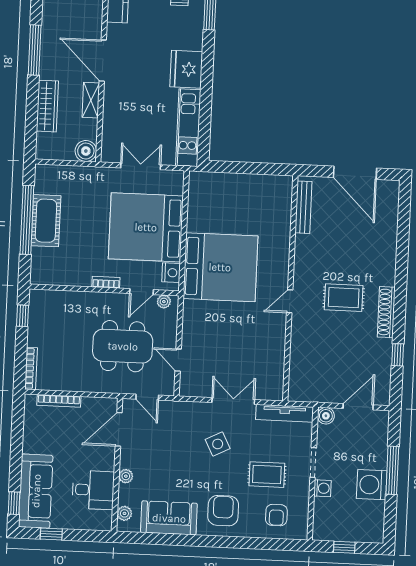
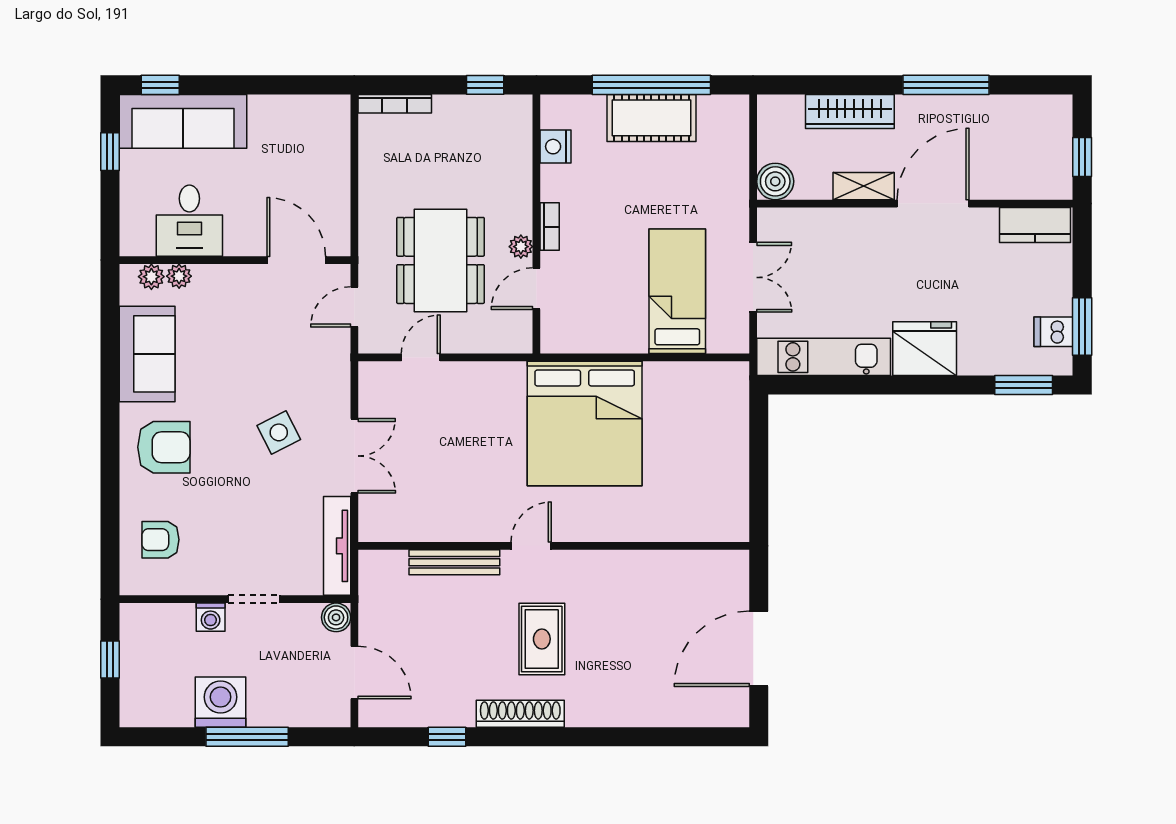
bench: (303, 207) -> (454, 562), moved
bed: (146, 227) -> (677, 291), width x0.49
nightstand: (171, 273) -> (555, 147), moved, turned 90
door: (141, 292) -> (536, 289), hinge flipped
door: (290, 301) -> (531, 546), hinge flipped
plant: (164, 302) -> (521, 247), moved
bookcase: (59, 401) -> (341, 154), removed
rug: (267, 475) -> (230, 520), removed
plant: (126, 476) -> (179, 276), moved

